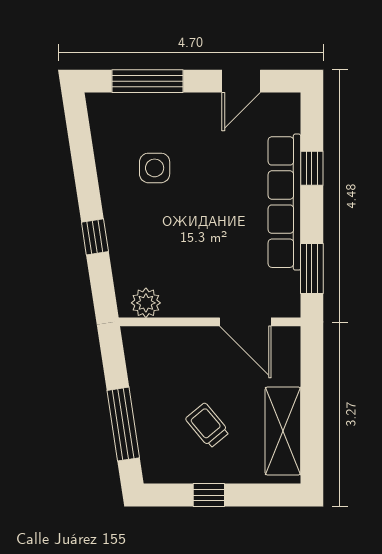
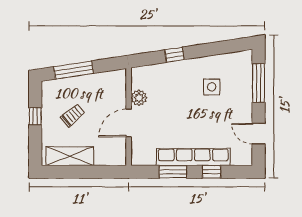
window: (312, 268) -> (173, 172), moved
plant: (146, 303) -> (139, 98), moved
door: (245, 322) -> (129, 123), moved

